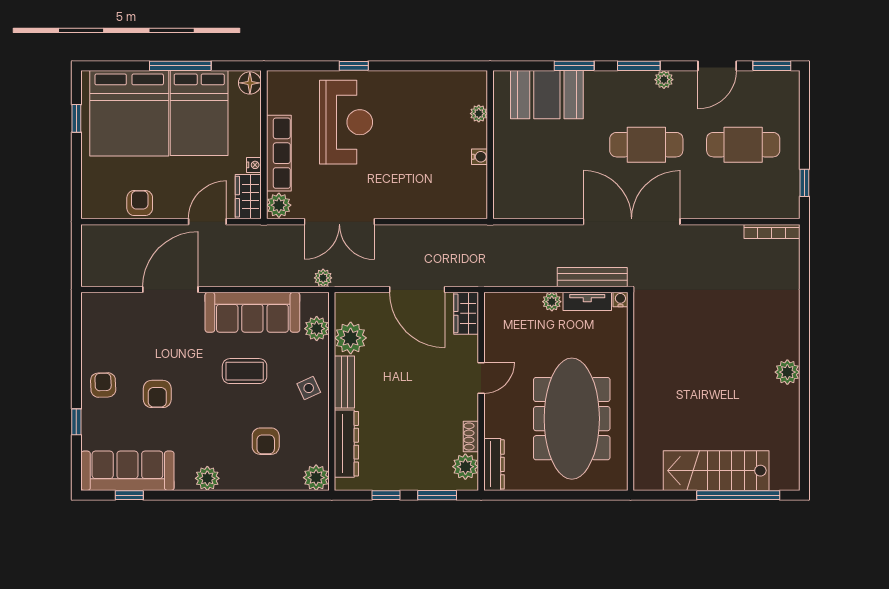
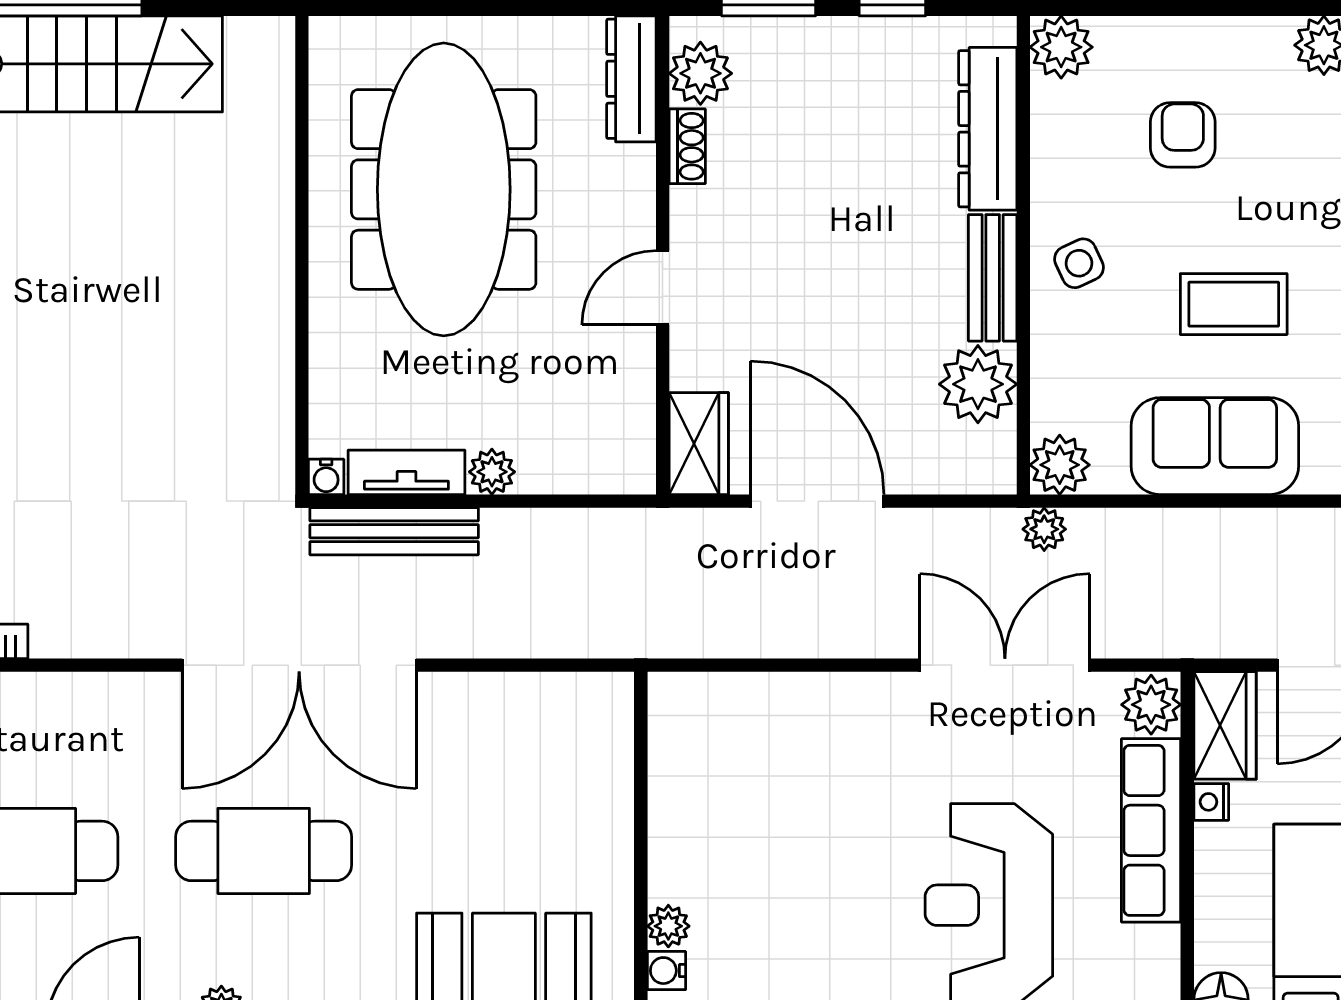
water cooler: (480, 157) -> (666, 971), moved
sofa: (252, 312) -> (1215, 446), width x0.73
plant: (317, 329) -> (1060, 465), moved

